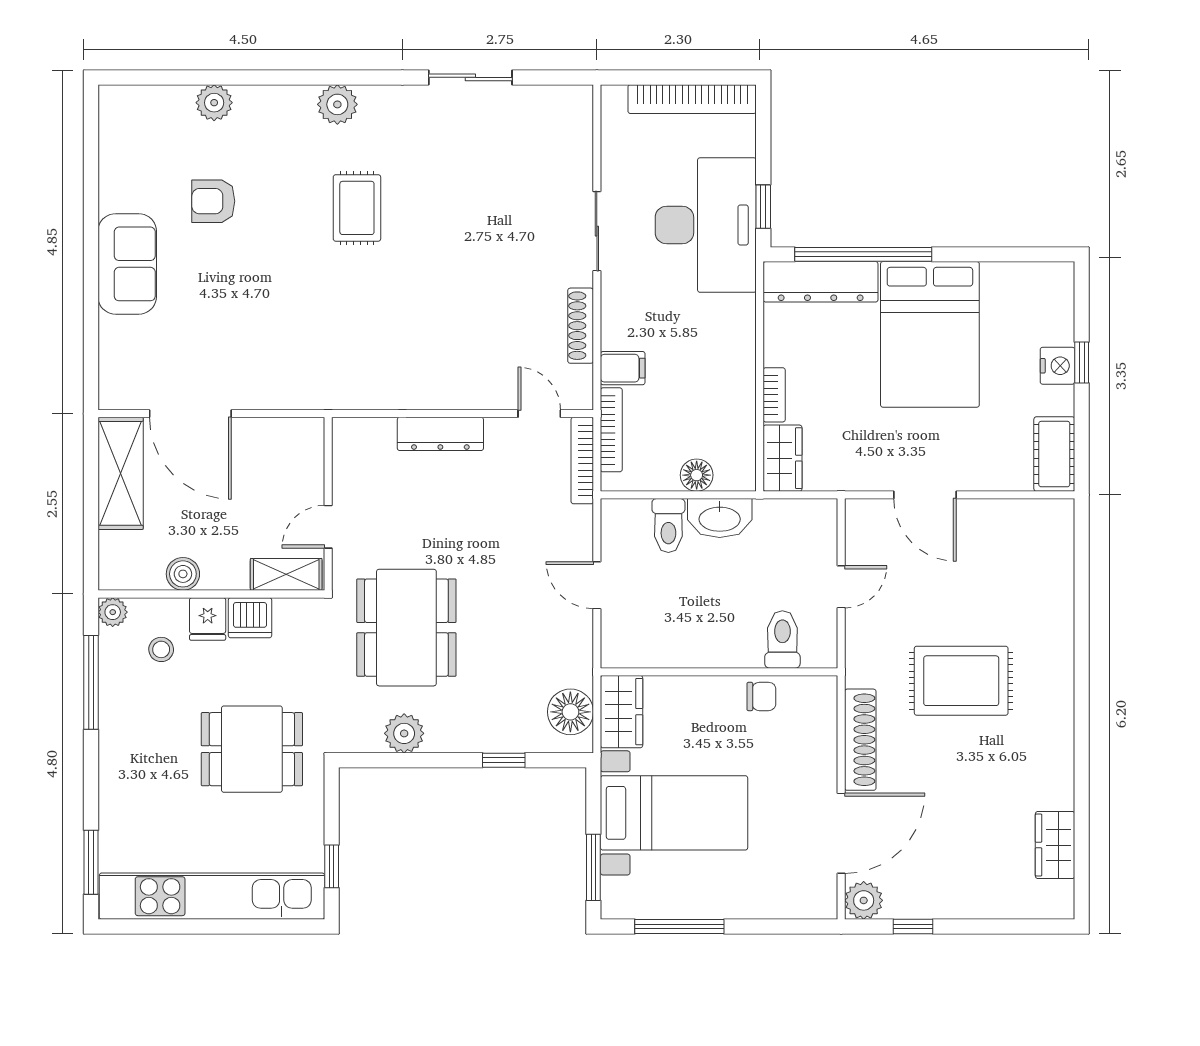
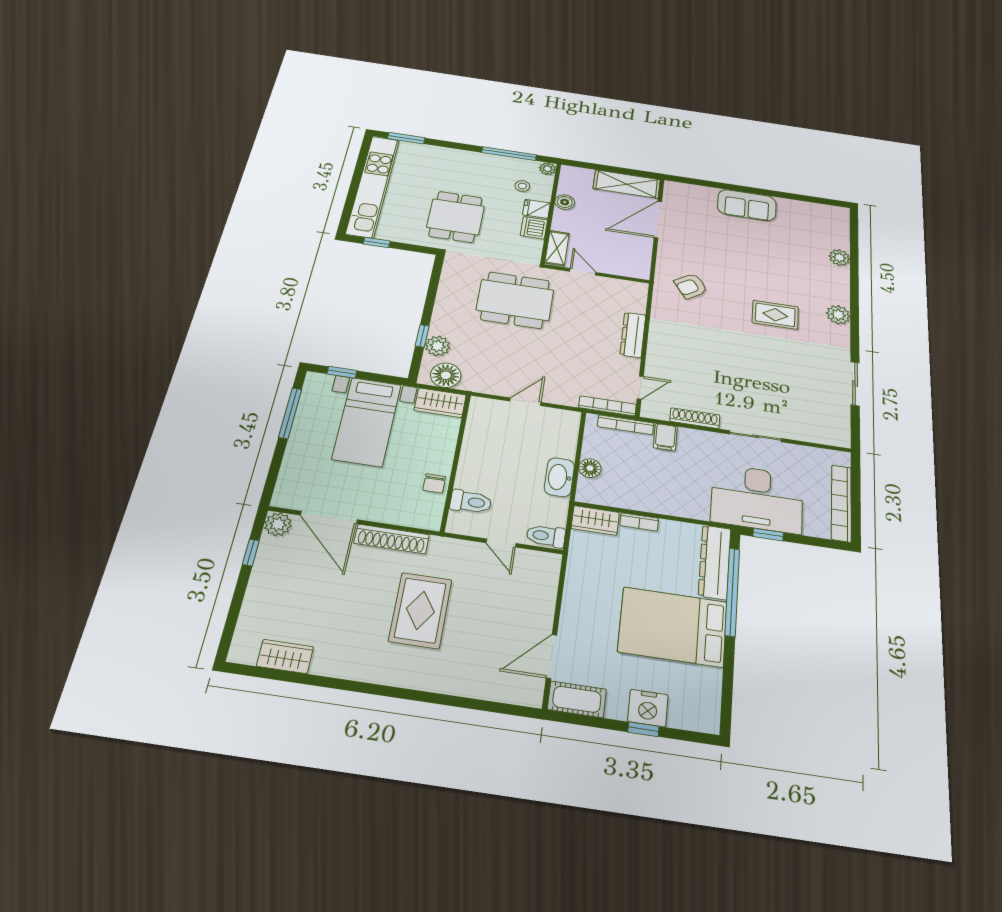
armchair: (213, 201) -> (691, 286), moved, turned -124
nightstand: (1057, 366) -> (648, 708), width x1.36, depth x1.33
door: (925, 495) -> (552, 656), moved
toilet: (668, 525) -> (546, 536), moved
plant: (404, 733) -> (438, 346), moved
window: (593, 867) -> (342, 372), width x0.67

